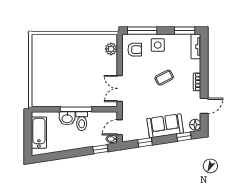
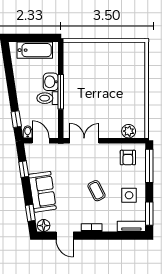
side table: (158, 45) -> (129, 195), moved

